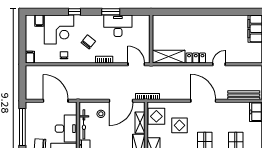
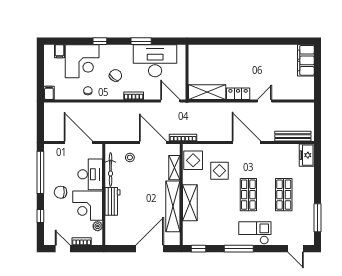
desk: (118, 26) -> (155, 61), width x1.36, depth x1.30
door: (121, 101) -> (153, 143), swing flipped

